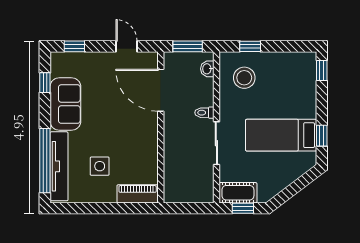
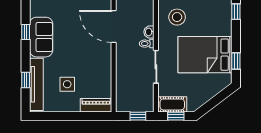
washbasin: (207, 69) -> (149, 32), moved
window: (45, 83) -> (26, 32), moved
bed: (281, 135) -> (205, 55), width x1.50
window: (45, 161) -> (26, 80), width x0.32
window: (193, 208) -> (138, 116), added

